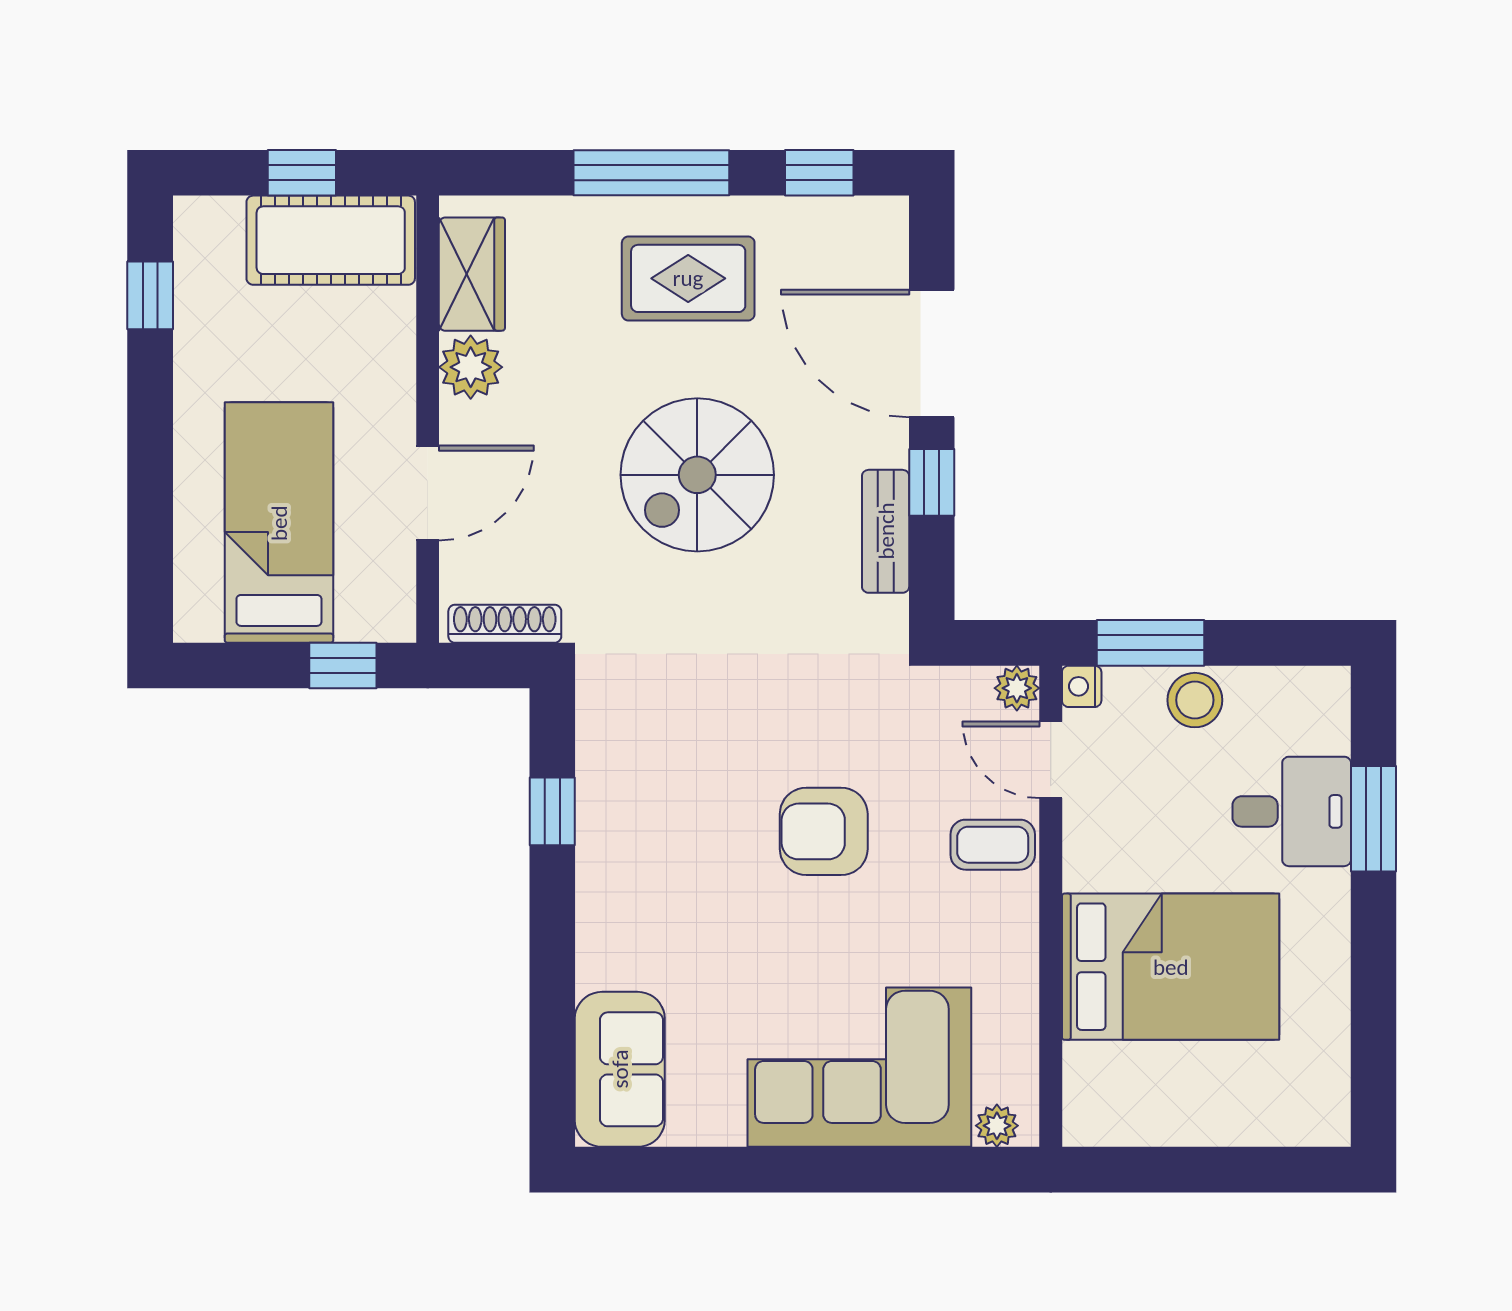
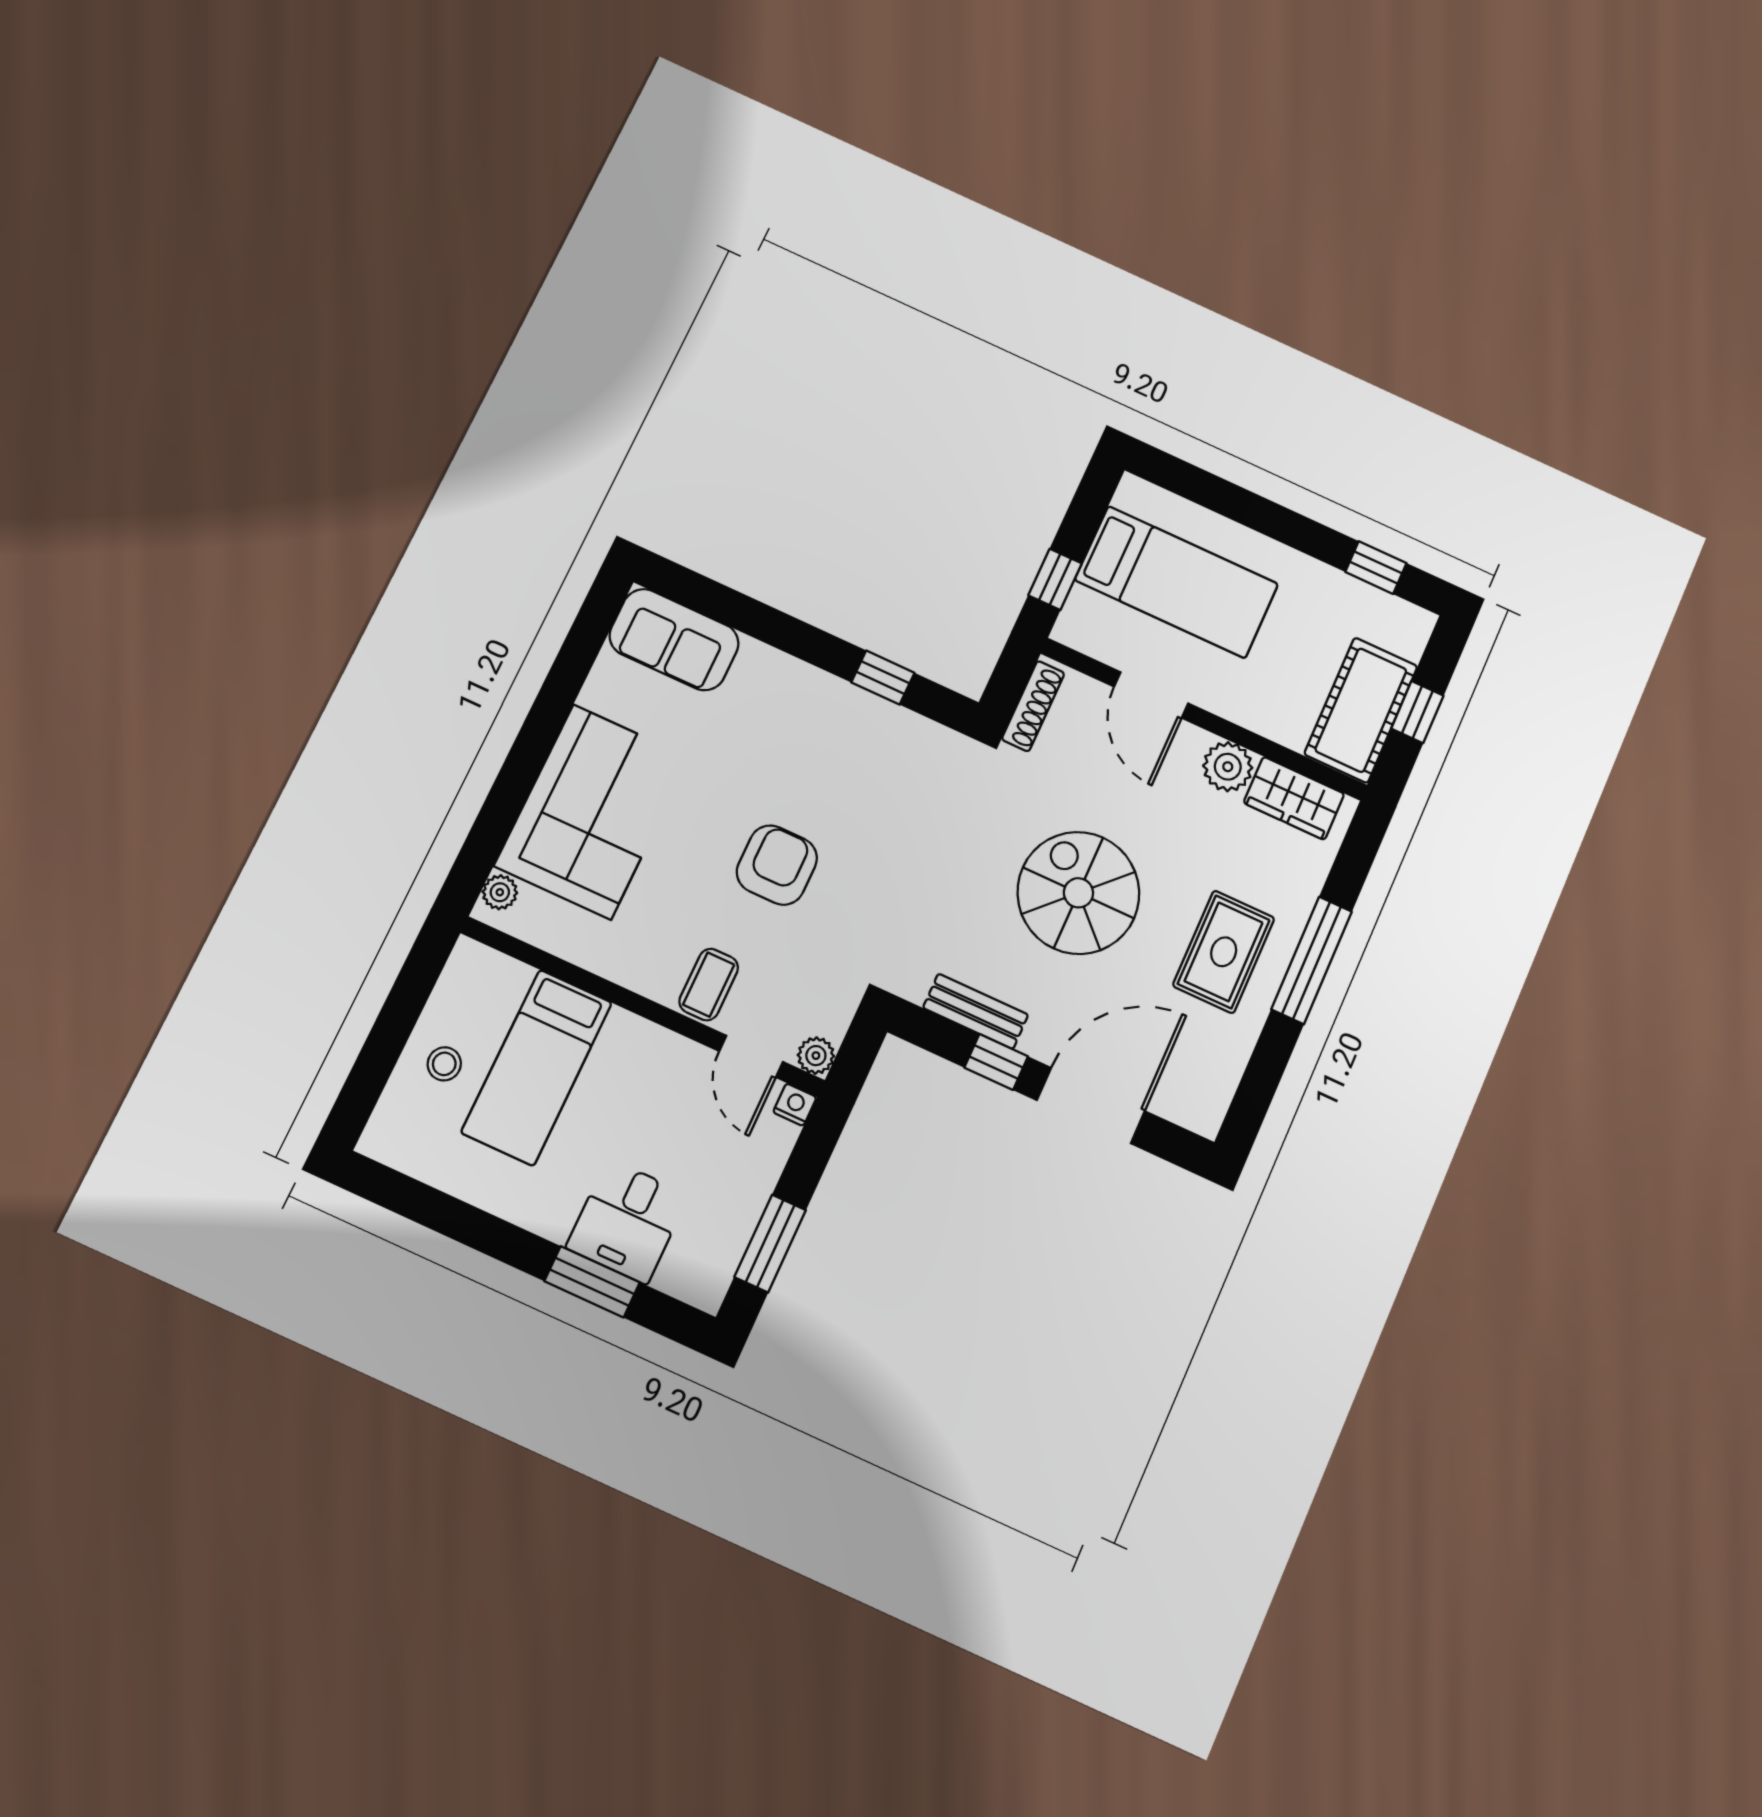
window: (819, 173) -> (1259, 1083), removed
window: (1151, 643) -> (770, 1244), moved
stool: (1195, 700) -> (444, 1064), moved, width x0.73, depth x0.73
door: (1051, 760) -> (751, 1056), swing flipped
bed: (1171, 967) -> (537, 1067), width x0.67

